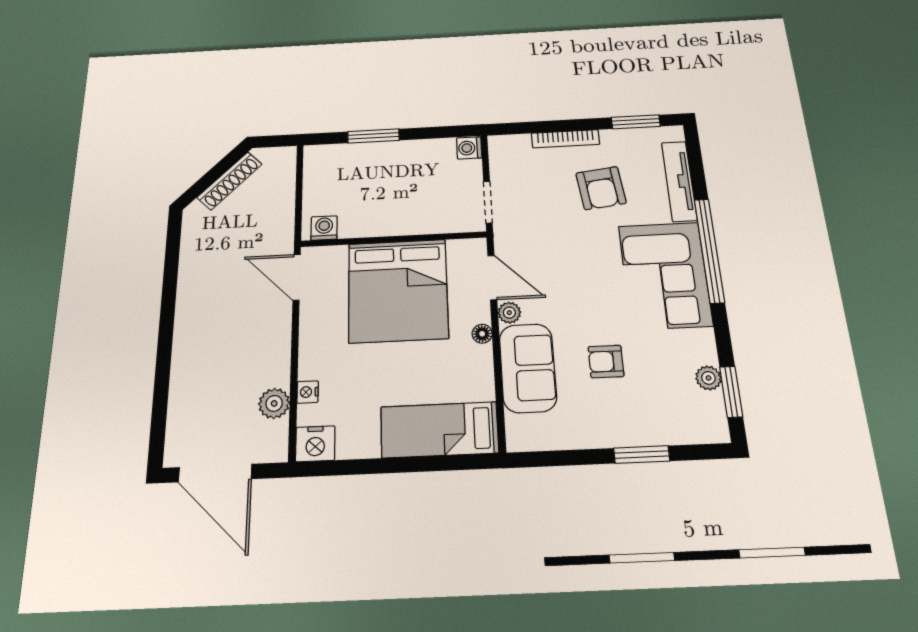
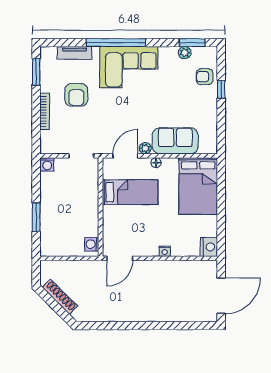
tv unit: (679, 181) -> (75, 53), width x0.71
armchair: (601, 188) -> (76, 95), turned 97
bed: (398, 290) -> (130, 192), width x0.49
armchair: (606, 361) -> (205, 77), moved, turned 90
nightstand: (308, 392) -> (165, 251), moved
plant: (274, 403) -> (188, 268), removed
bed: (439, 430) -> (198, 186), width x1.50
window: (642, 455) -> (221, 90), width x0.67

